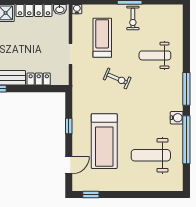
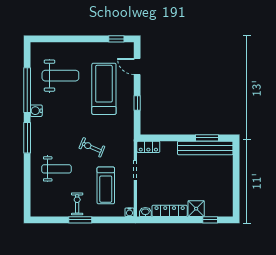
locker: (39, 79) -> (148, 147), moved
door: (69, 165) -> (137, 67), hinge flipped

